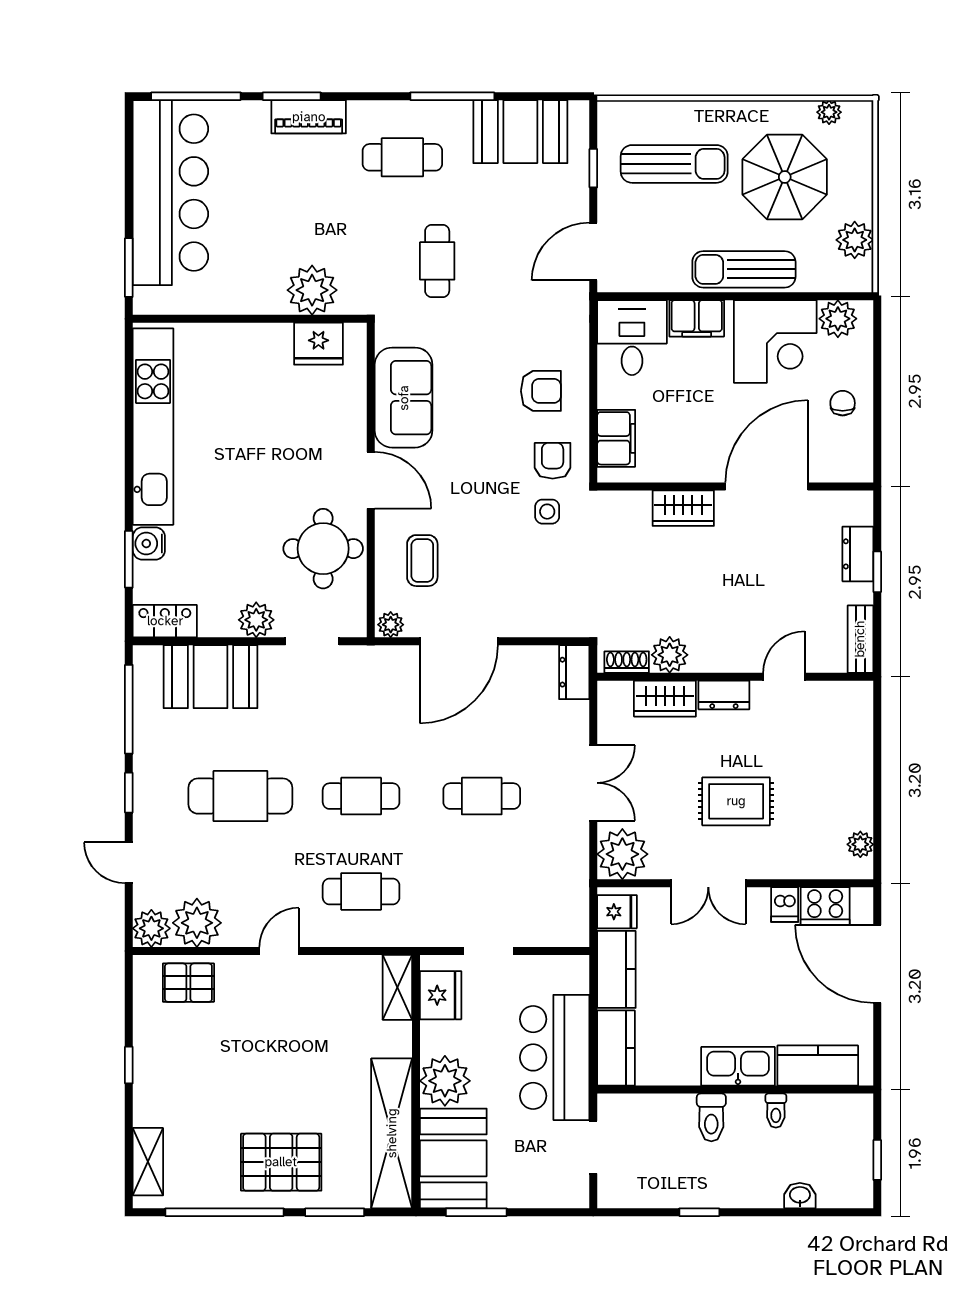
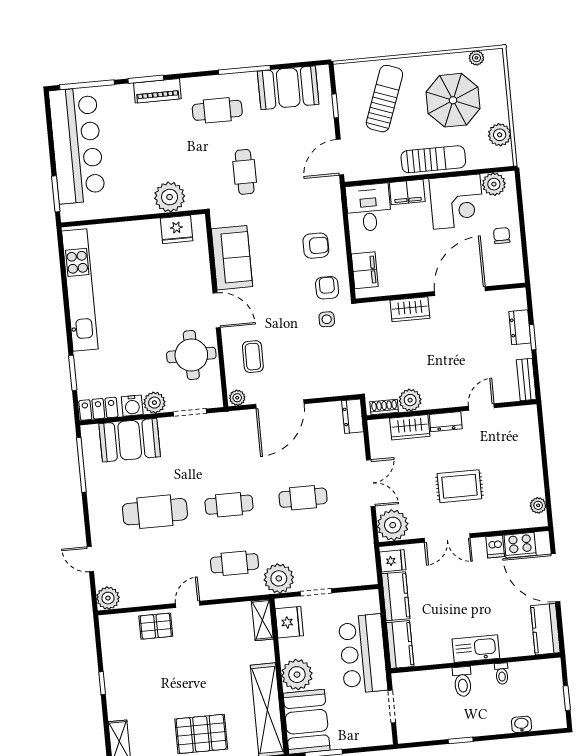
sun lounger: (674, 164) -> (384, 99), turned -70
sun lounger: (744, 269) -> (433, 159), turned 180
water cooler: (149, 544) -> (132, 406), moved, turned -90
window: (129, 793) -> (86, 516), removed
plant: (197, 923) -> (279, 578), moved
pallet: (188, 983) -> (156, 626), moved
kitchen counter: (818, 1066) -> (545, 629), moved, turned -90

